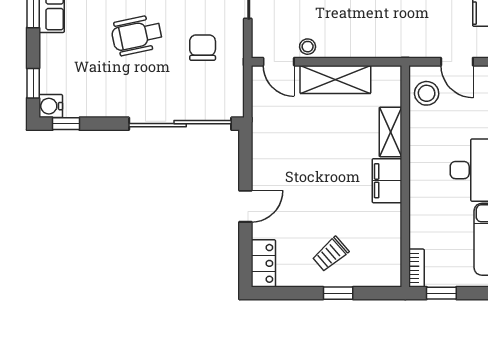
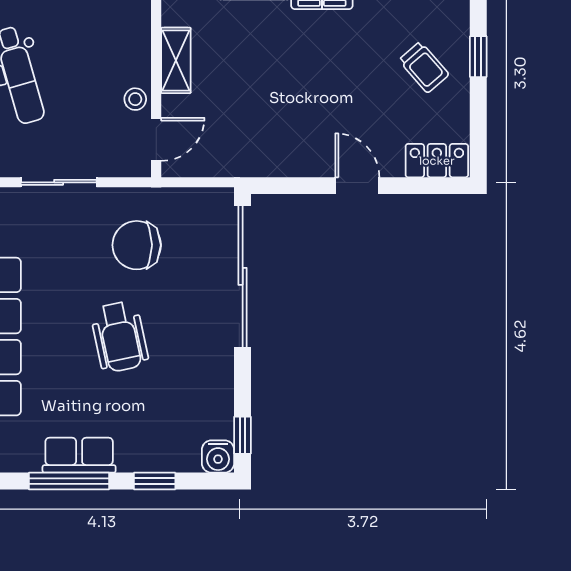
chair: (203, 48) -> (137, 245), width x1.37, depth x1.37
shelving: (335, 79) -> (176, 60), width x0.67, depth x0.75
window: (33, 83) -> (155, 481), moved

